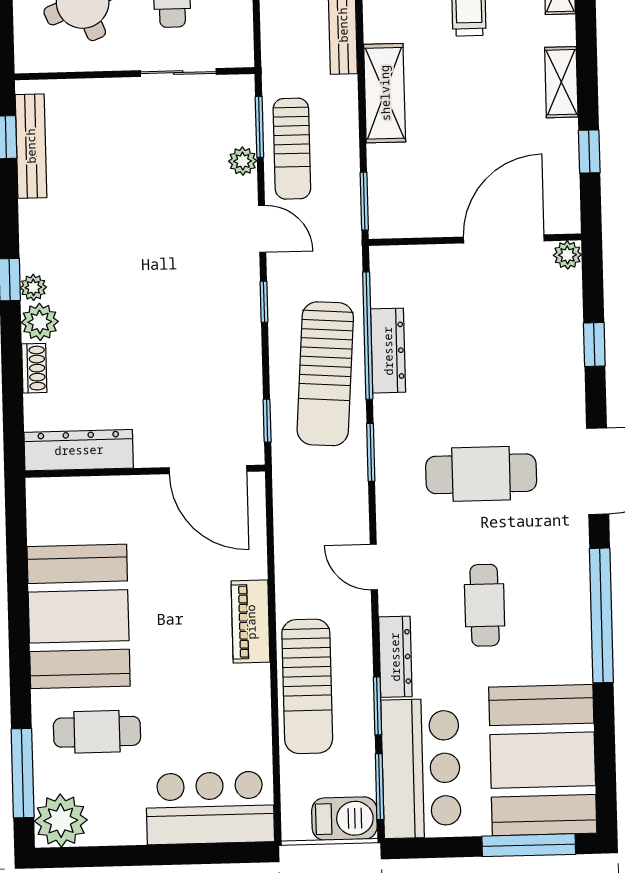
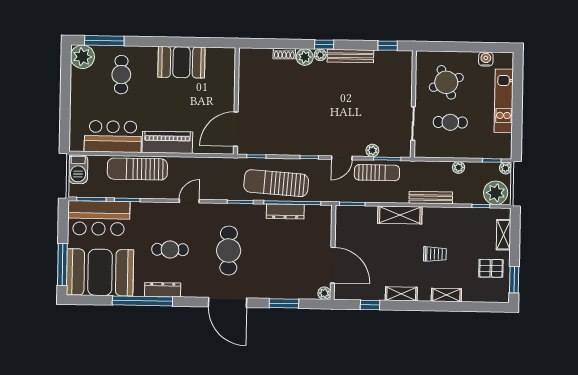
bench: (31, 146) -> (350, 56), moved
sun lounger: (292, 149) -> (377, 173), turned 180
window: (594, 345) -> (284, 303), width x1.50
dresser: (79, 450) -> (247, 72), removed
window: (601, 615) -> (142, 301), moved
booth: (79, 616) -> (181, 62), width x0.73, depth x0.70
piano: (251, 622) -> (167, 142), width x1.37, depth x1.33
dresser: (395, 657) -> (163, 290), moved, turned 180
bar counter: (210, 808) -> (113, 137), moved, turned -90
barbecue: (344, 819) -> (78, 169), moved

